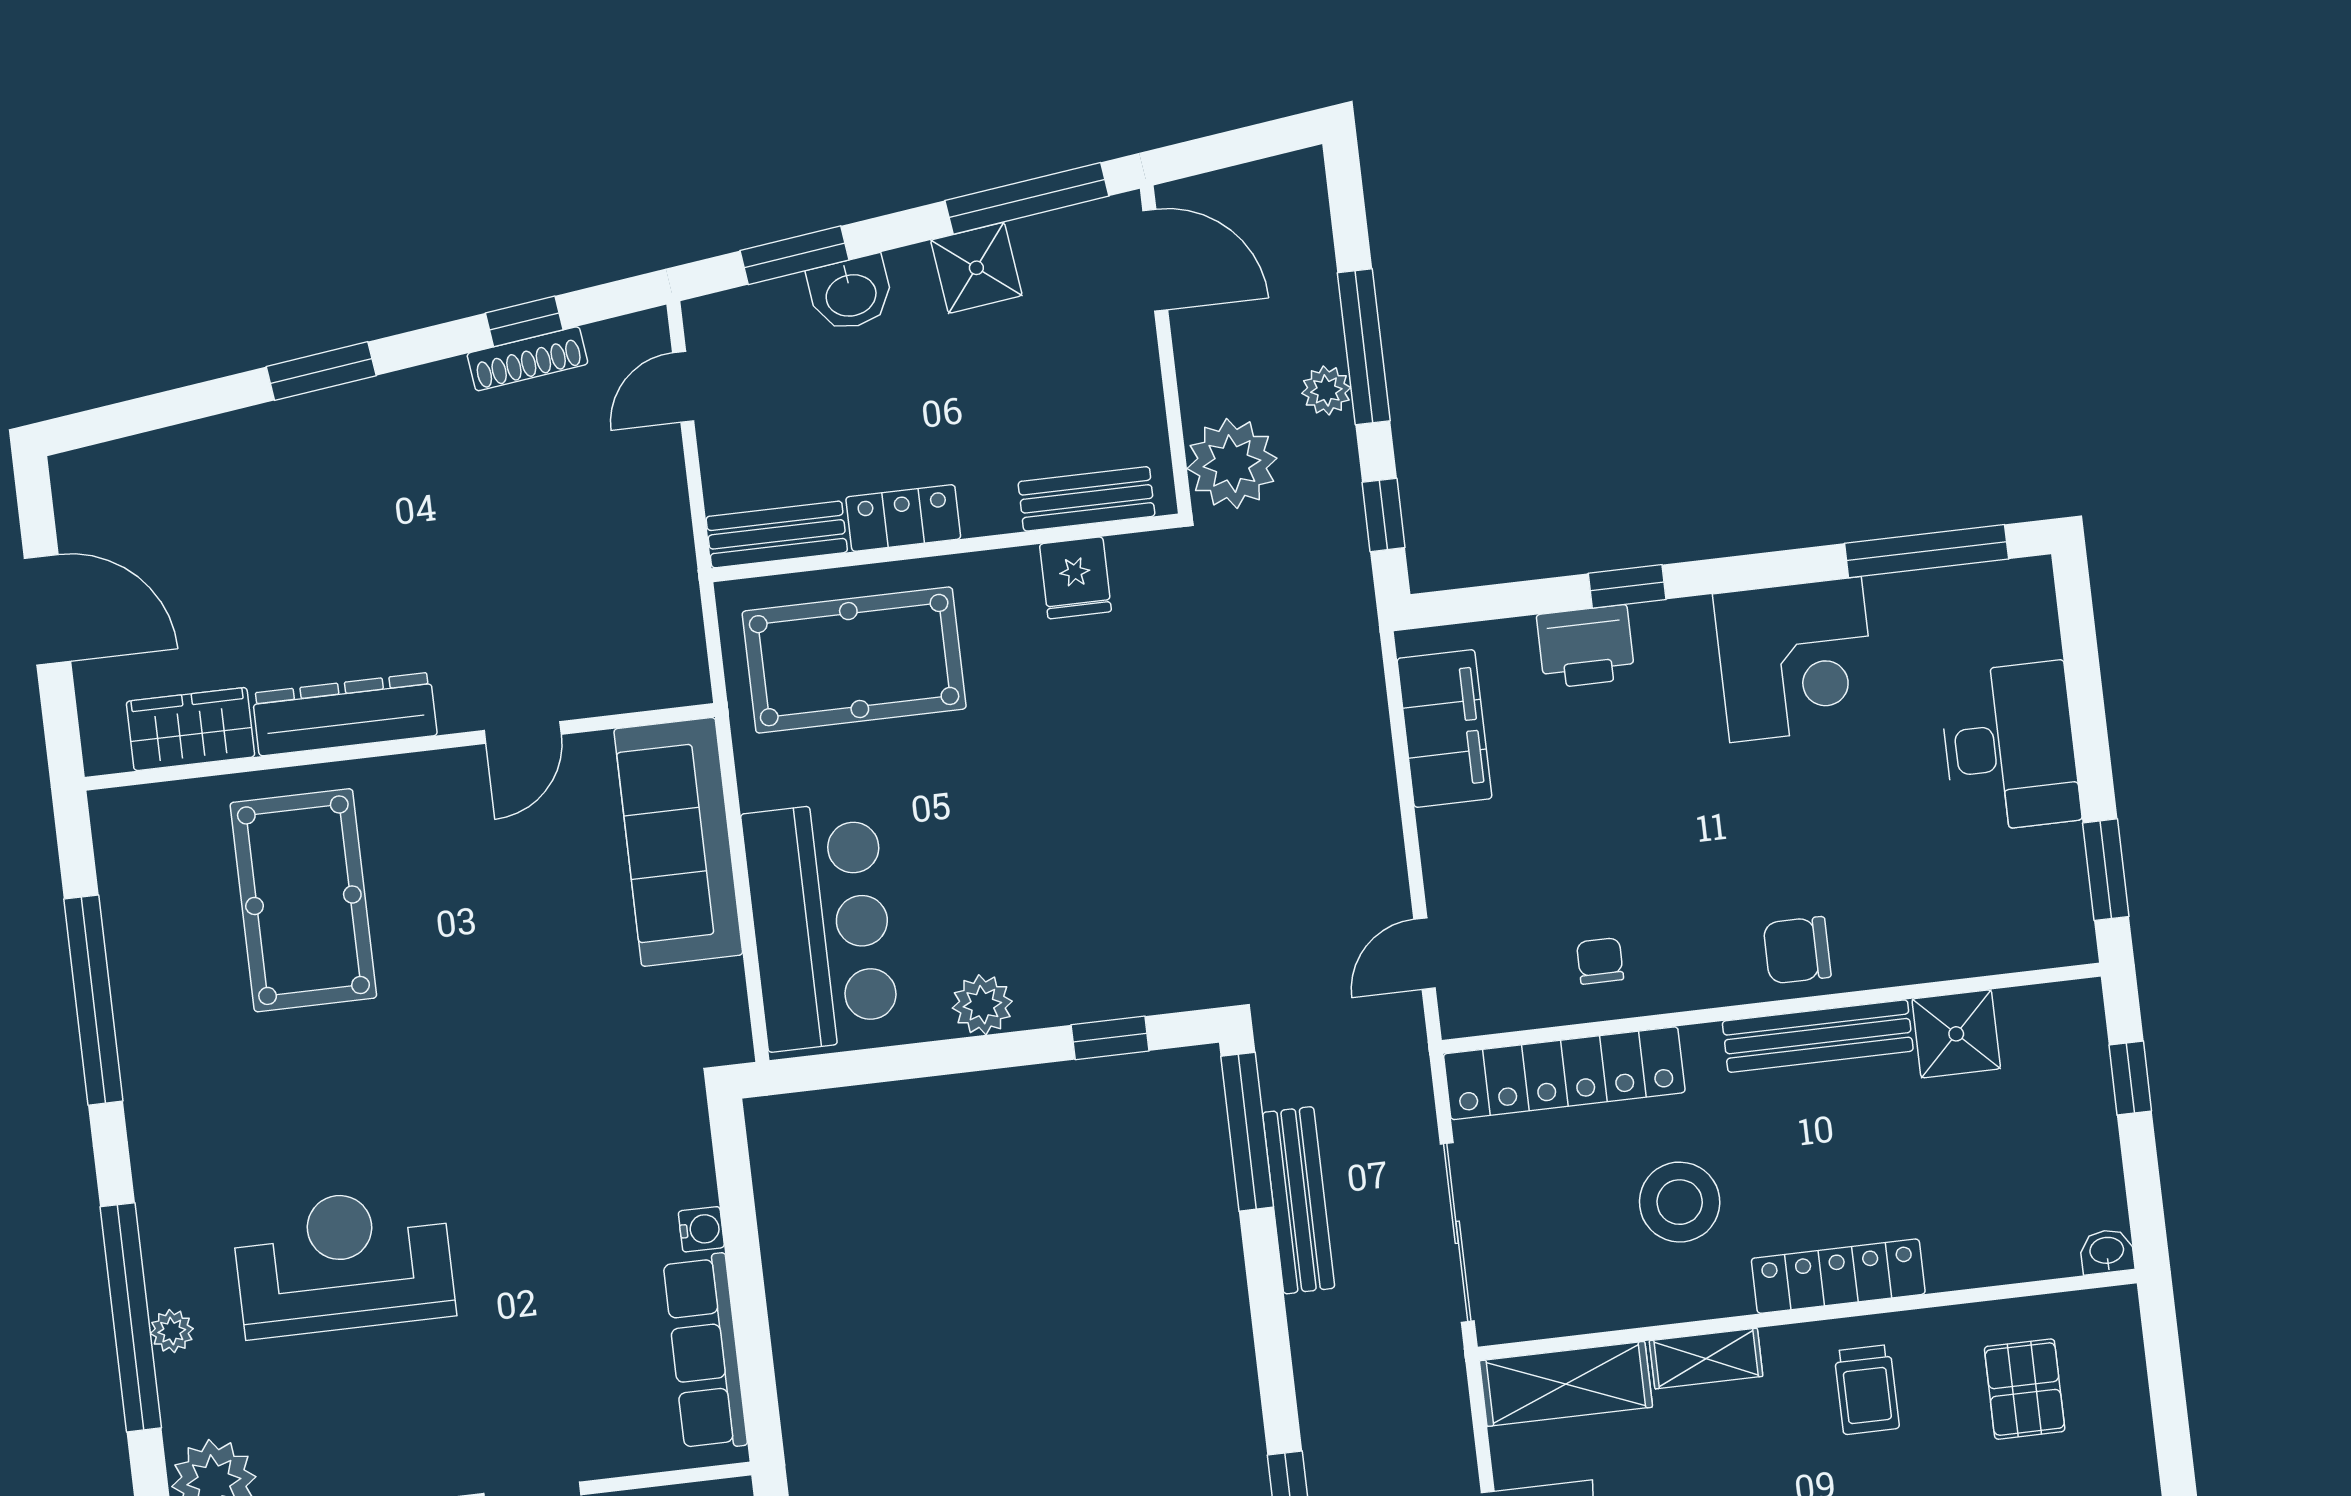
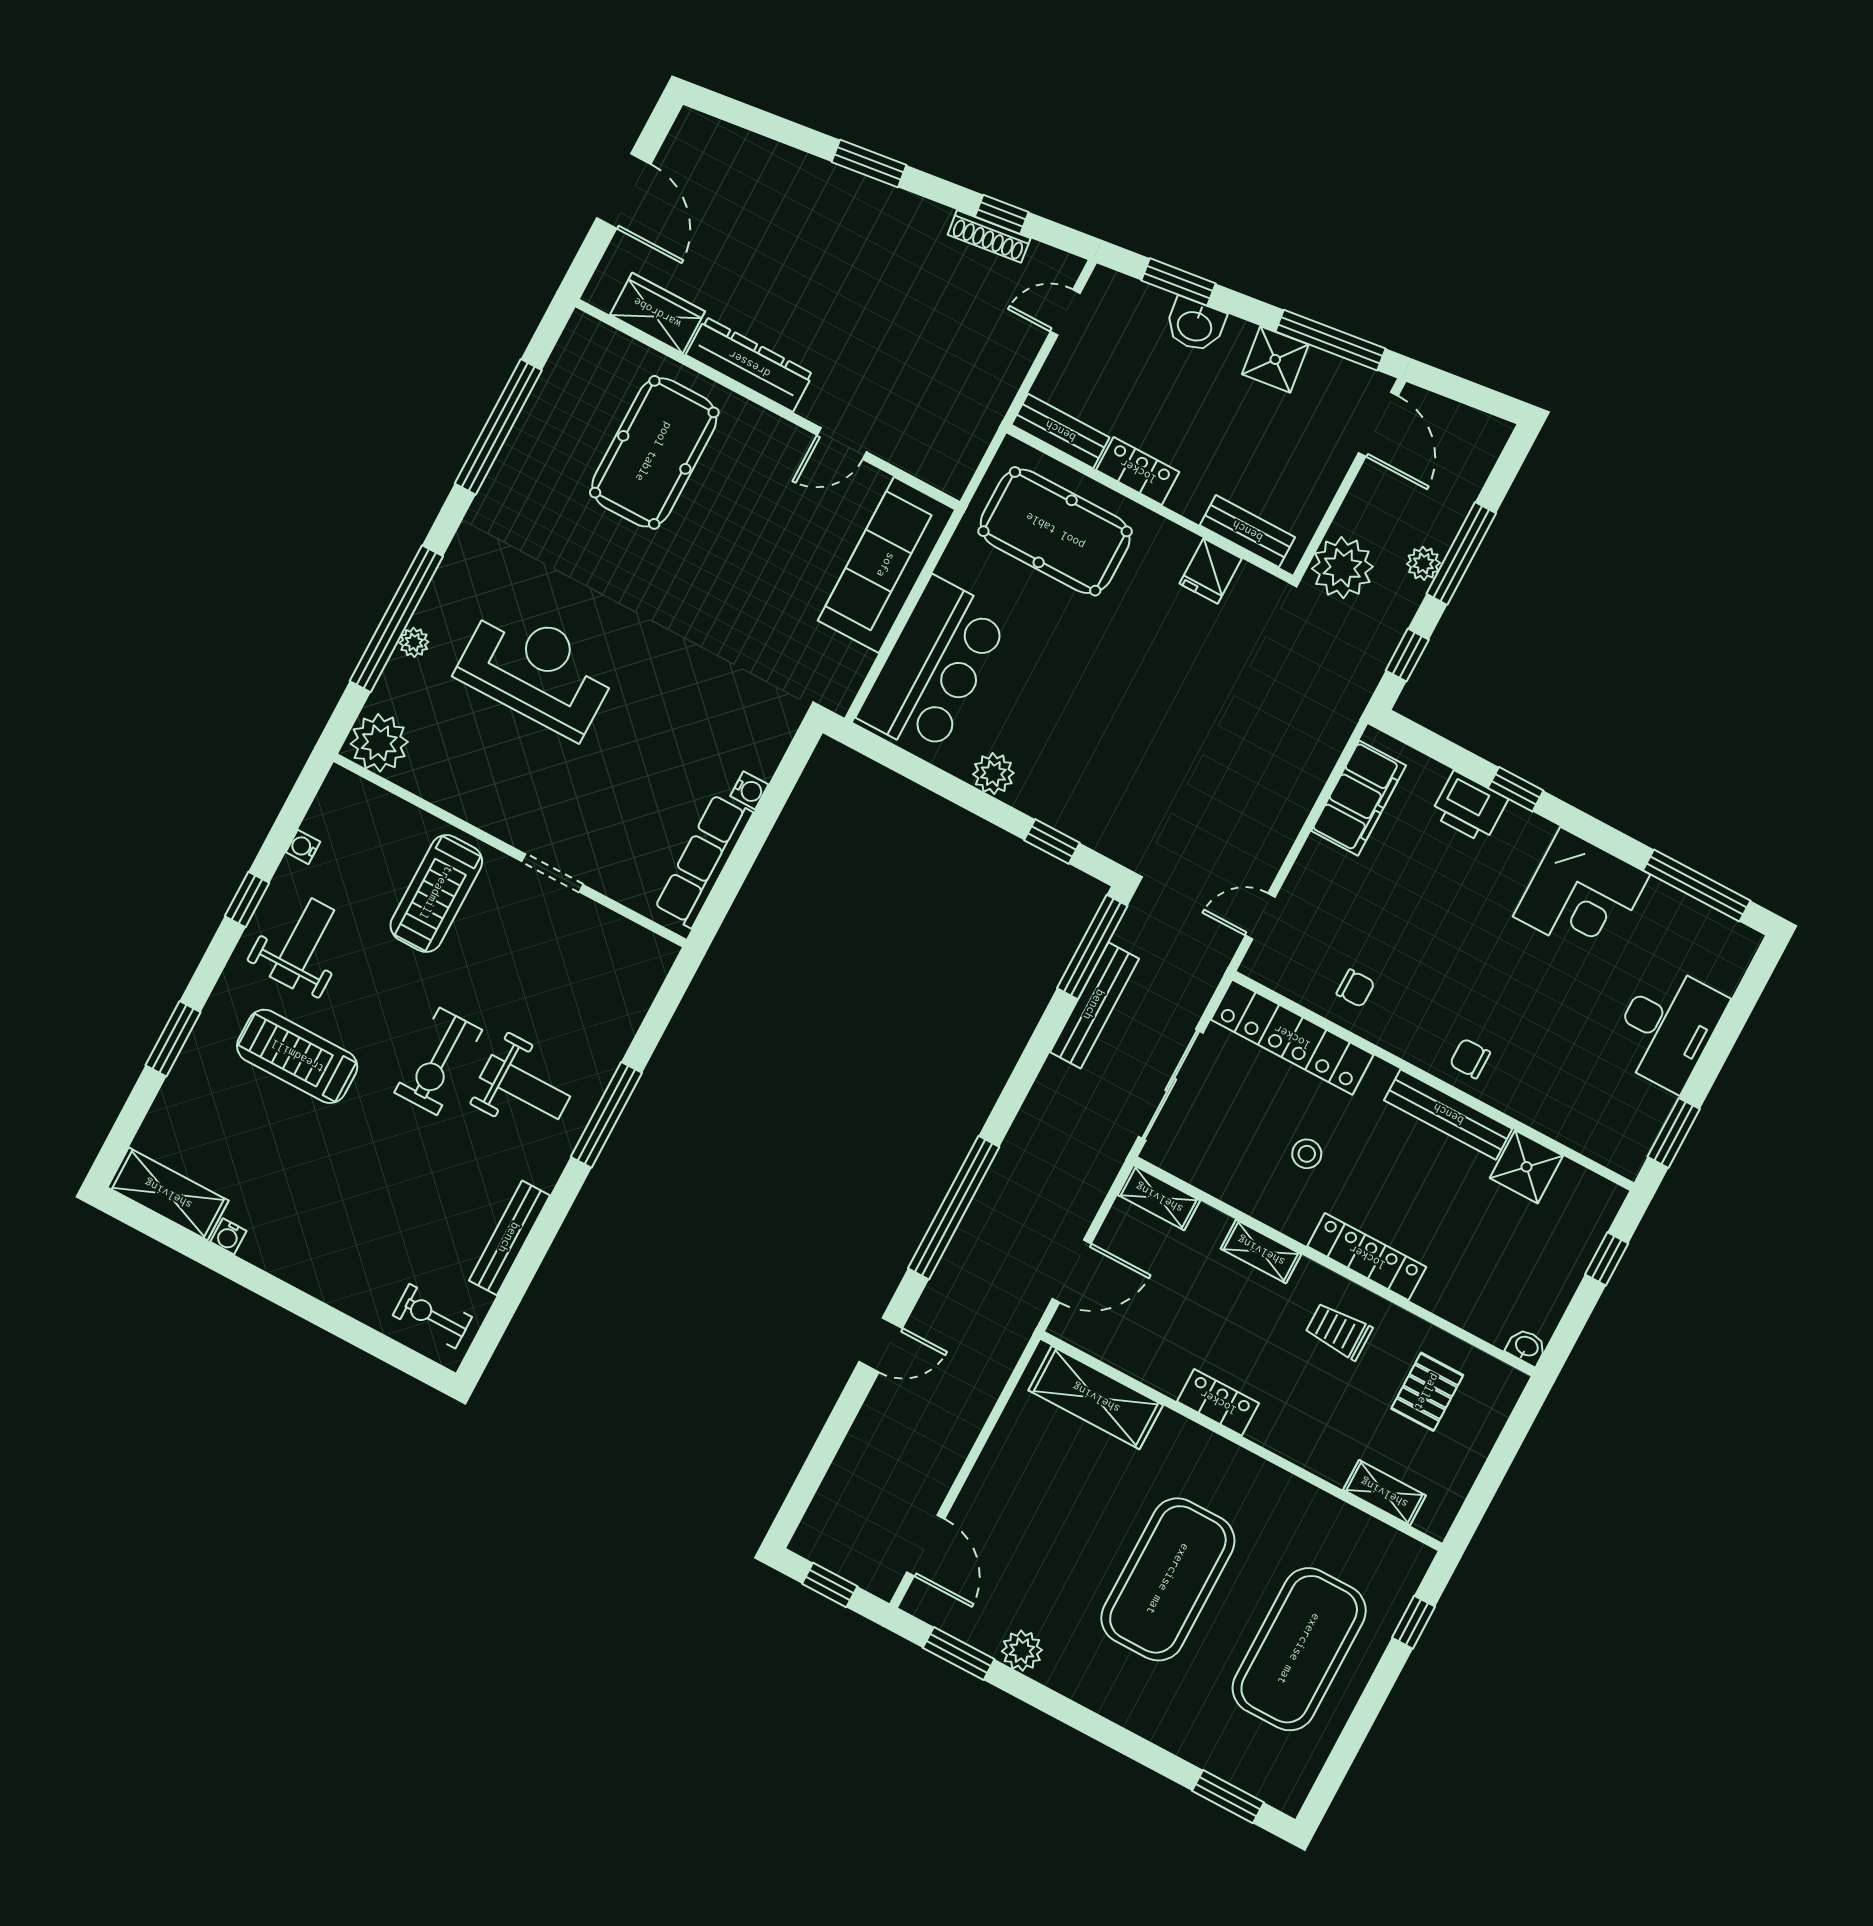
chair: (1797, 950) -> (1470, 1058), width x0.73, depth x0.73
chair: (1600, 961) -> (1356, 988), turned 90
stool: (1680, 1202) -> (1307, 1154), width x0.53, depth x0.53
shelving: (1566, 1384) -> (1159, 1198), width x0.67, depth x0.75
trolley: (1867, 1390) -> (1339, 1331), turned 90

